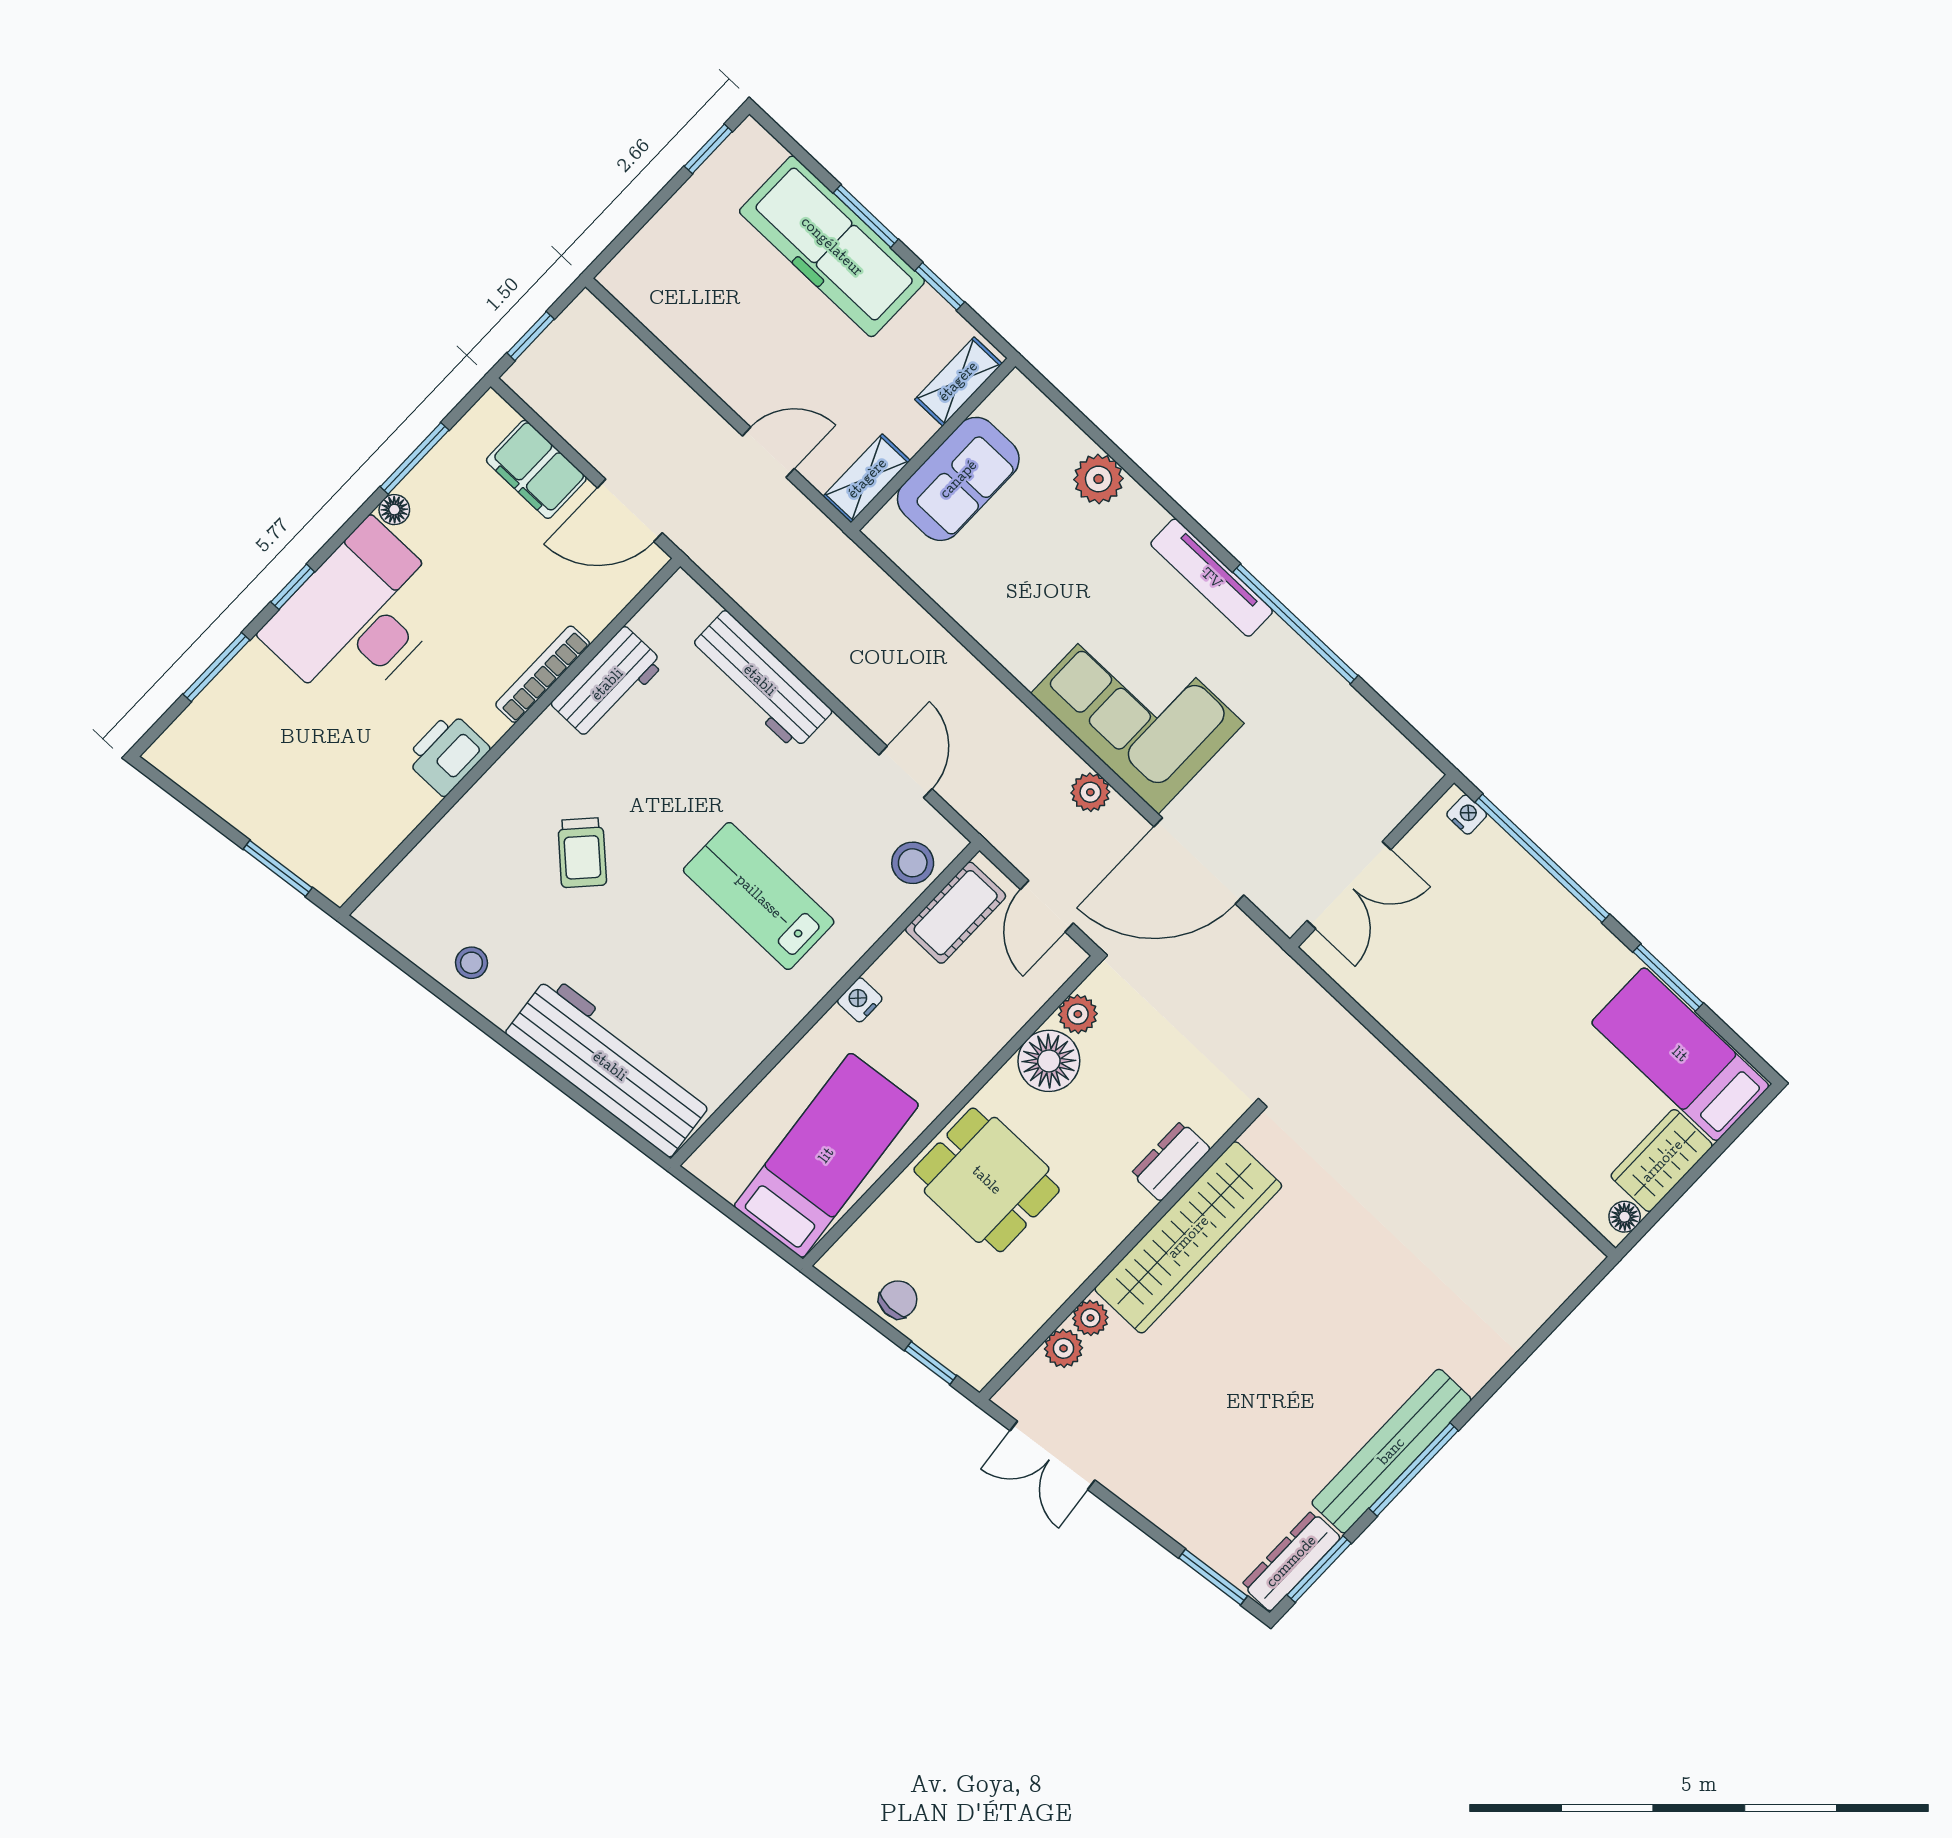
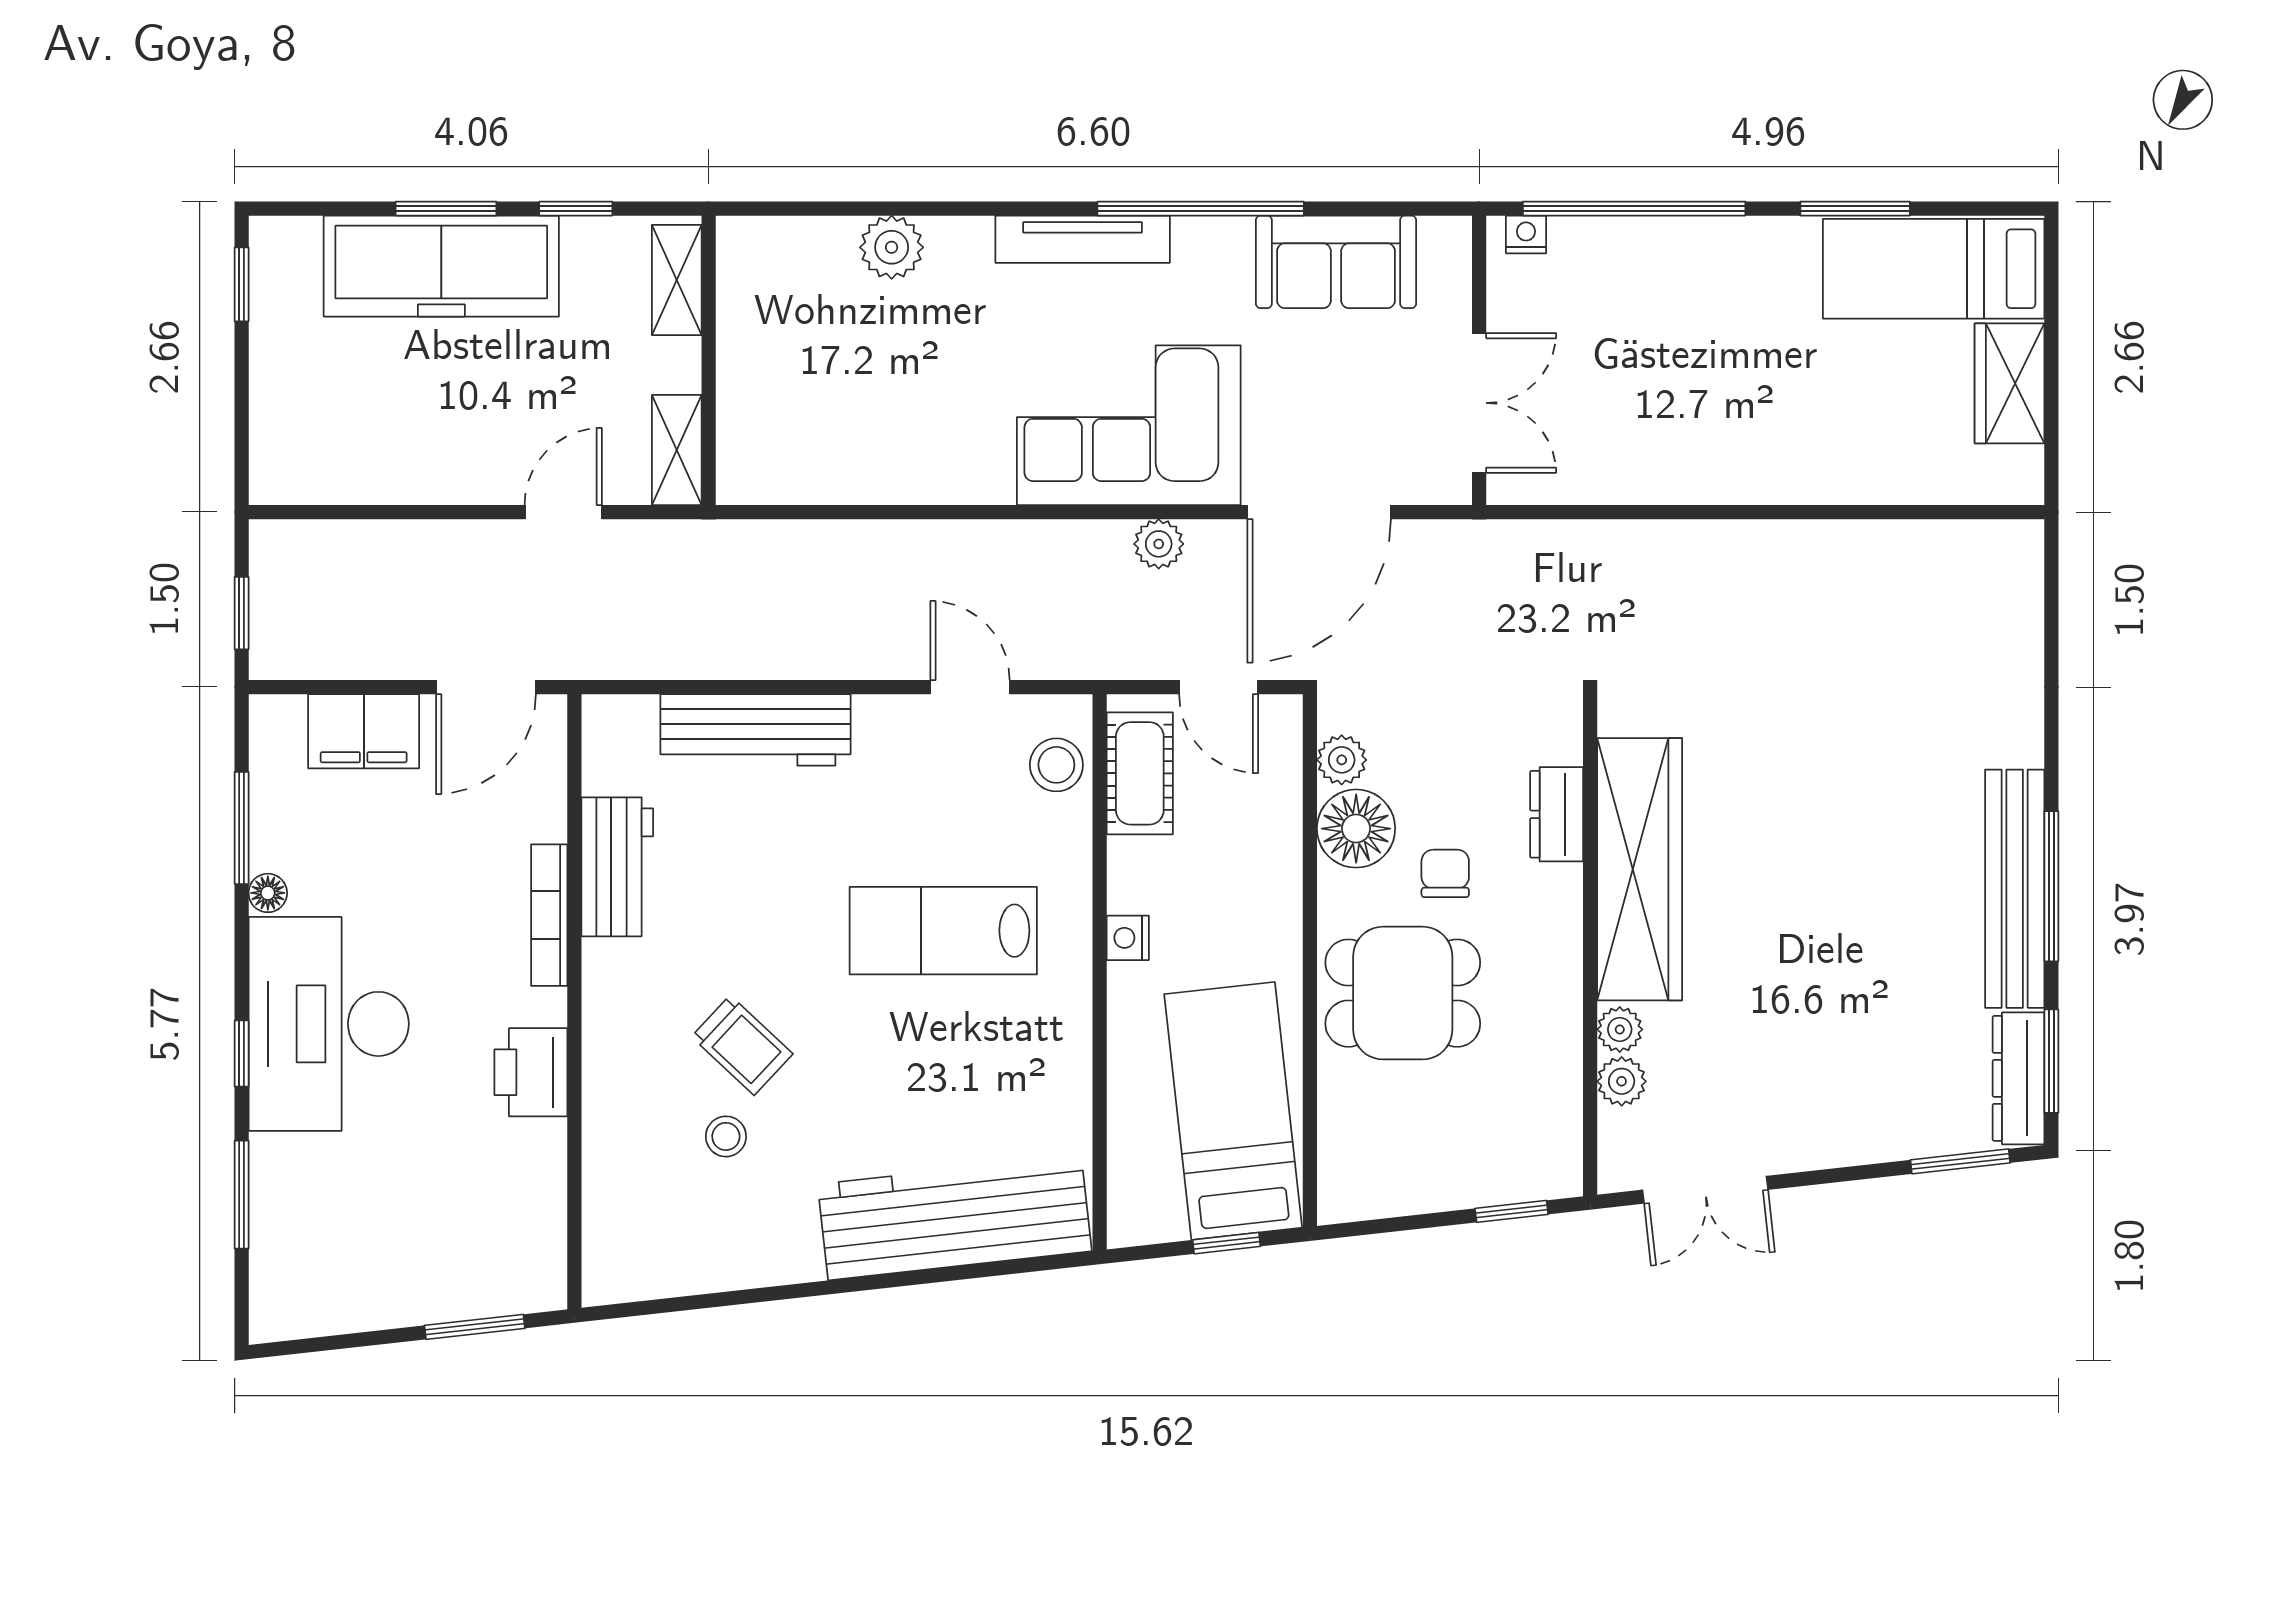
sofa: (958, 479) -> (1336, 262), moved, turned 90
stool: (471, 963) -> (726, 1136), moved
floor lamp: (1625, 1217) -> (2025, 468), removed
window: (751, 1227) -> (1226, 1243), added
chair: (898, 1300) -> (1445, 873), moved

